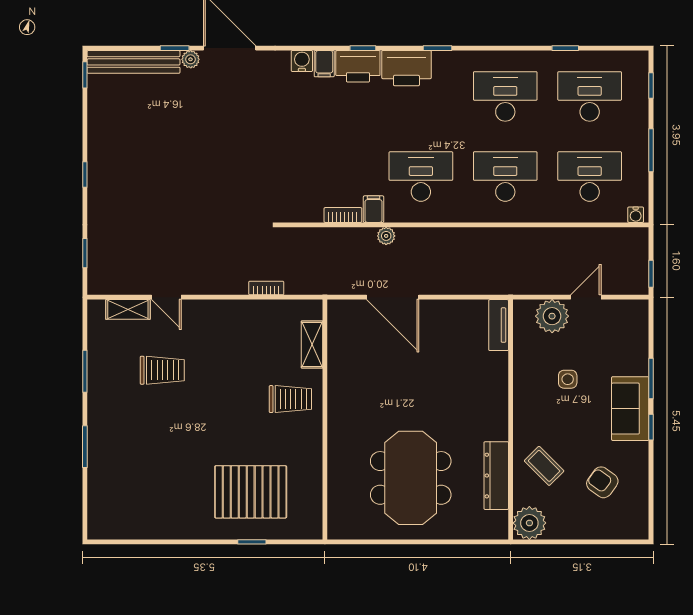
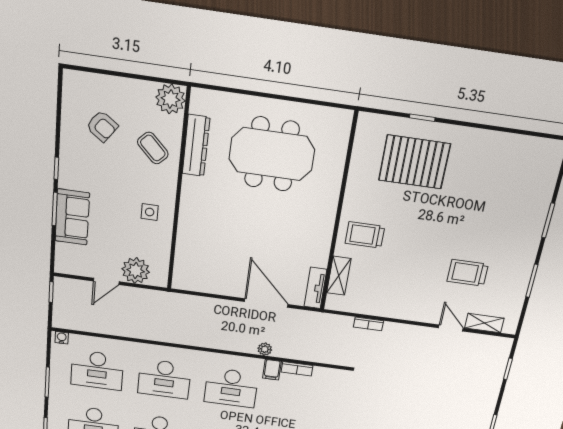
tv unit: (499, 325) -> (315, 288), moved, turned 180
side table: (568, 379) -> (150, 212), moved
sofa: (630, 409) -> (72, 217), moved
meeting table: (411, 478) -> (272, 154), turned 90

